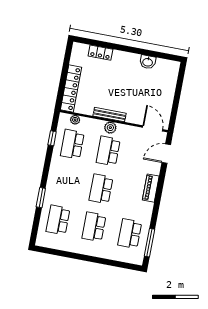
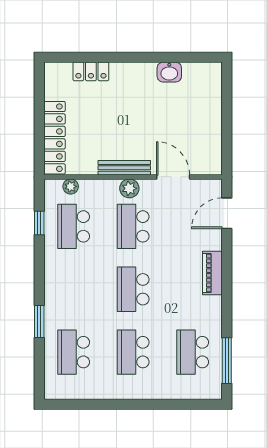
door: (153, 128) -> (173, 177), moved

